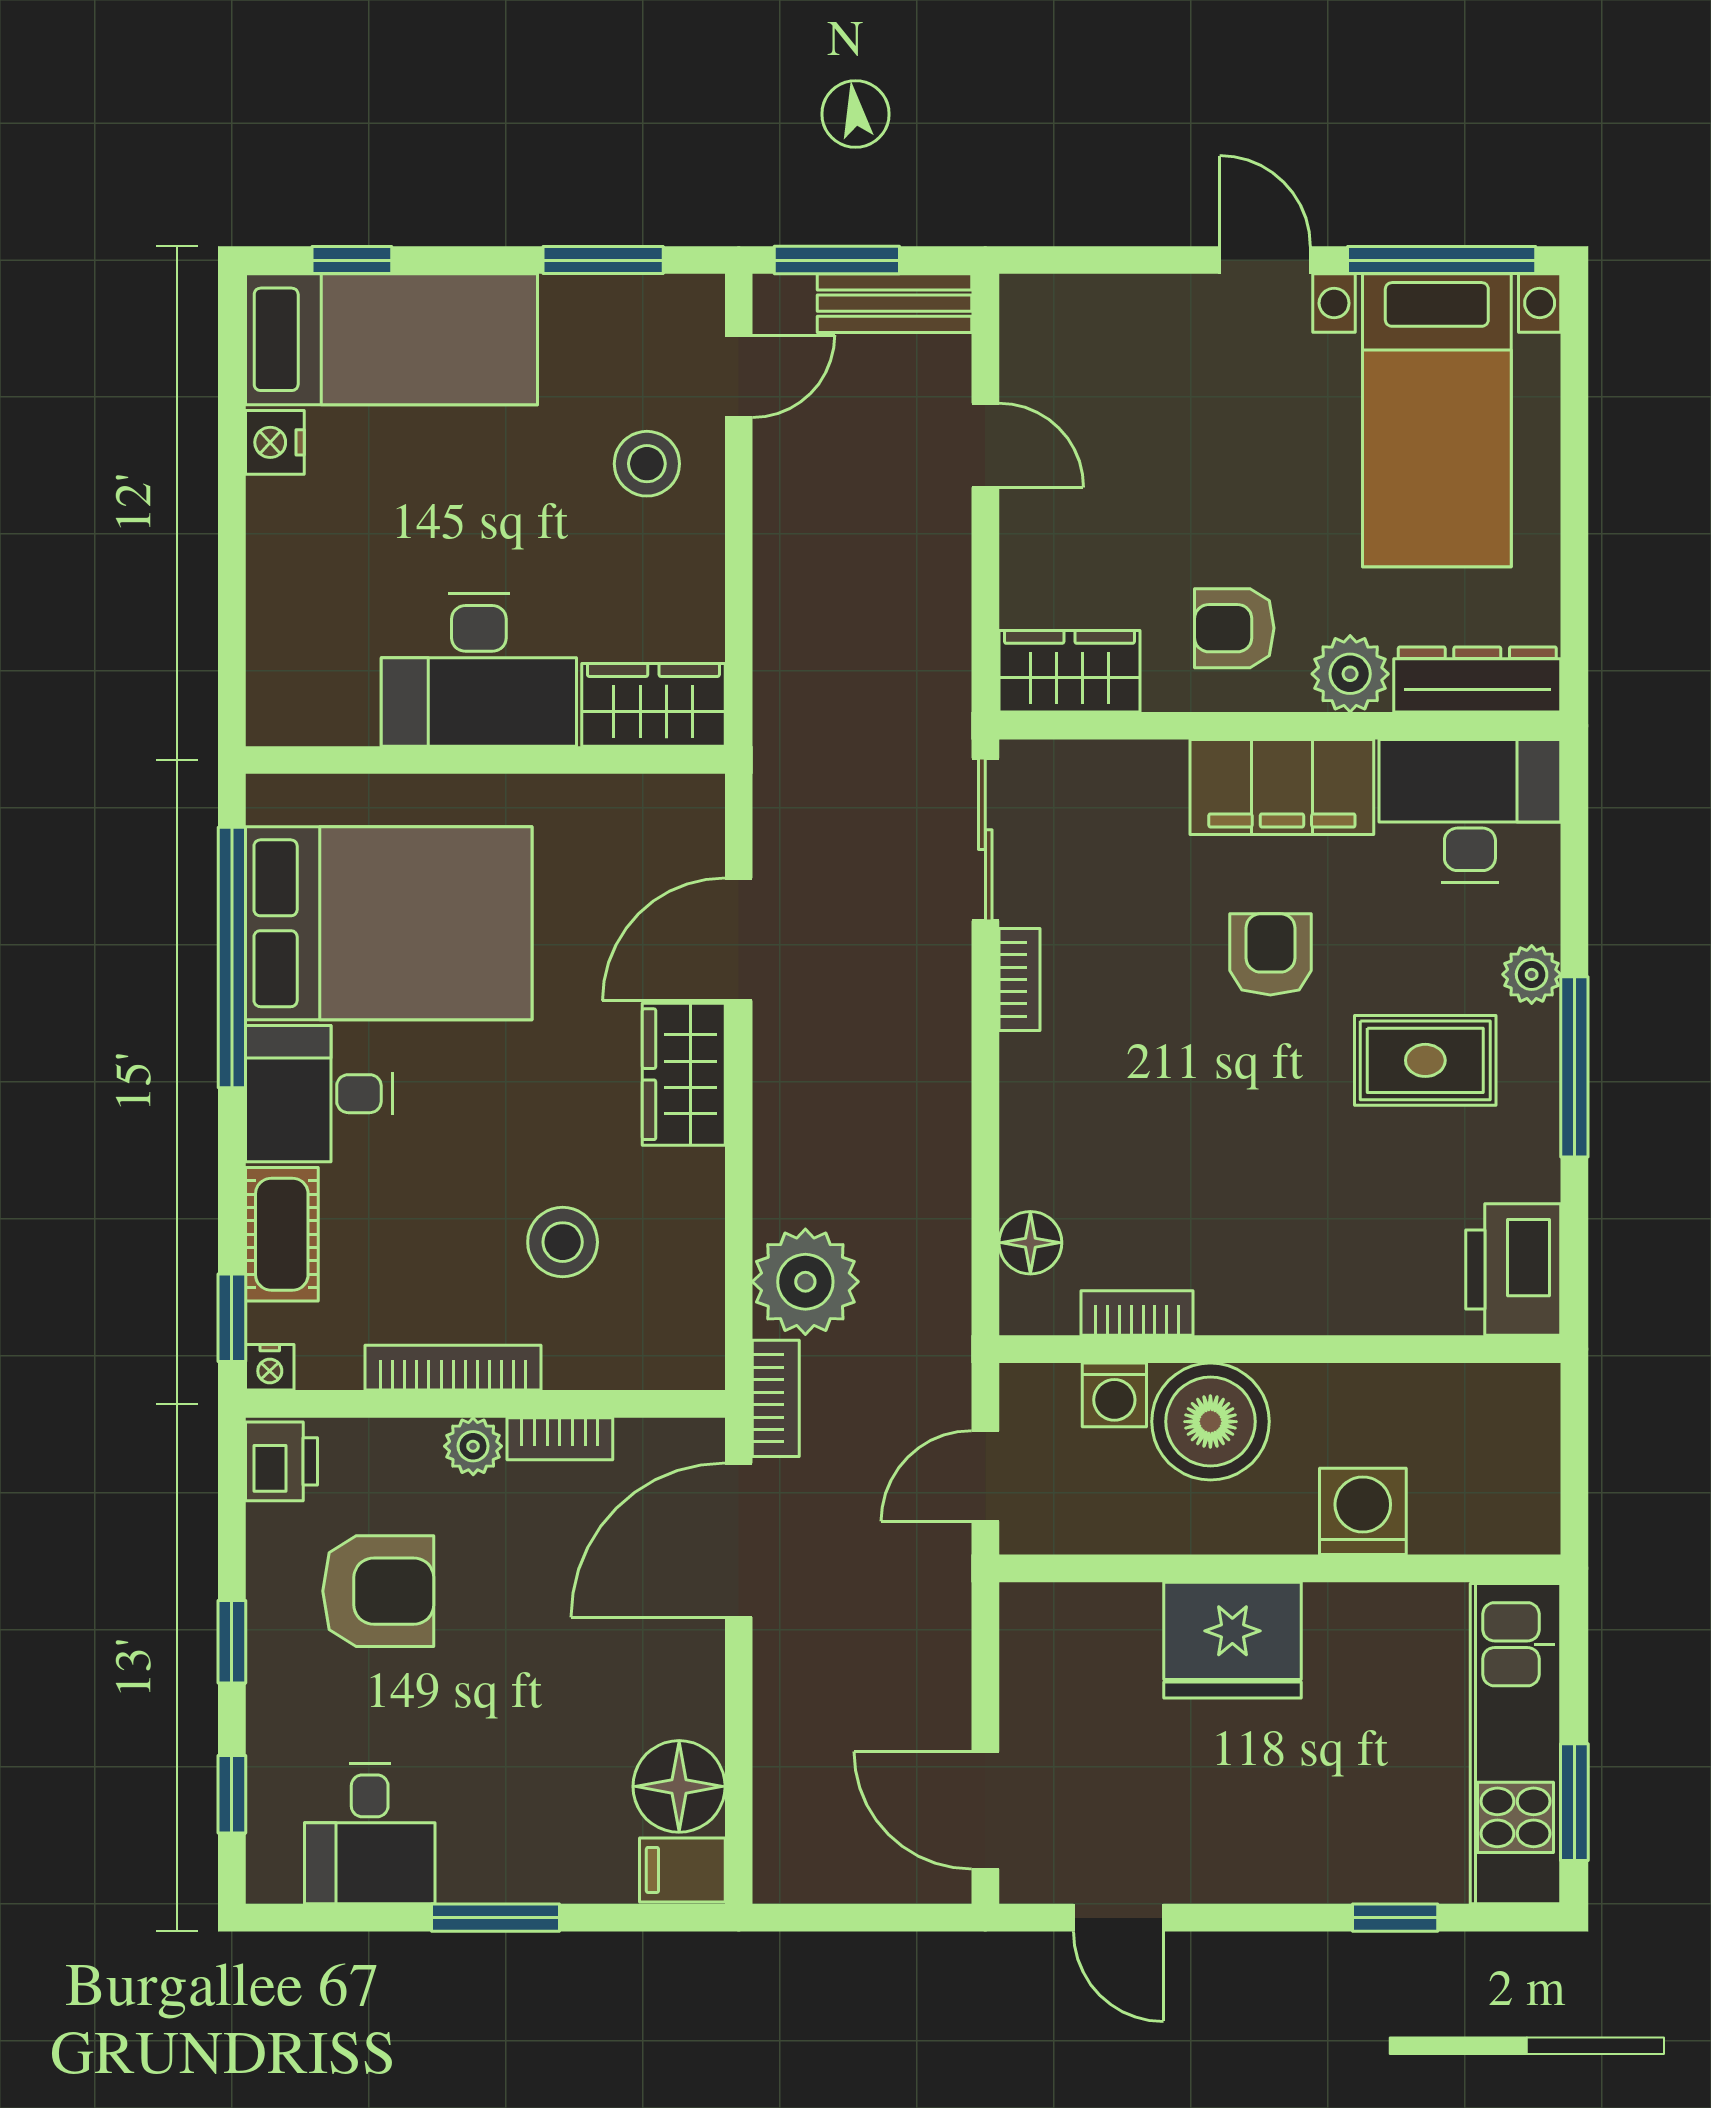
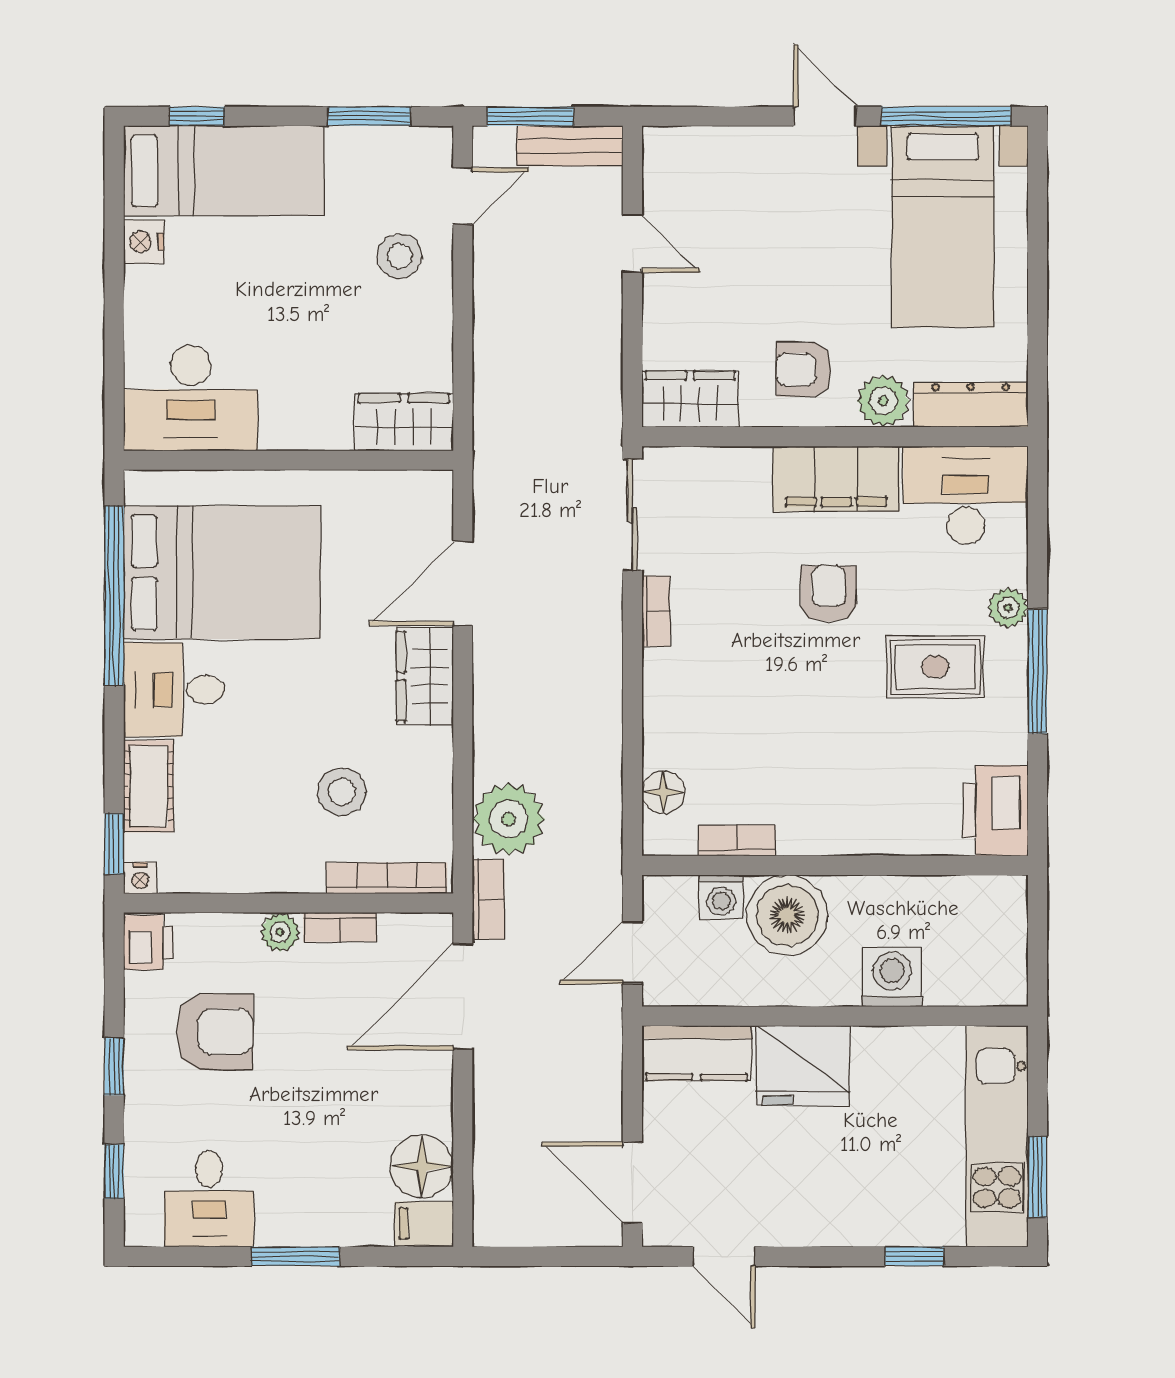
desk: (479, 670) -> (191, 398), moved
bookcase: (453, 1368) -> (387, 878), moved
kitchen counter: (1079, 1622) -> (697, 1053), added

